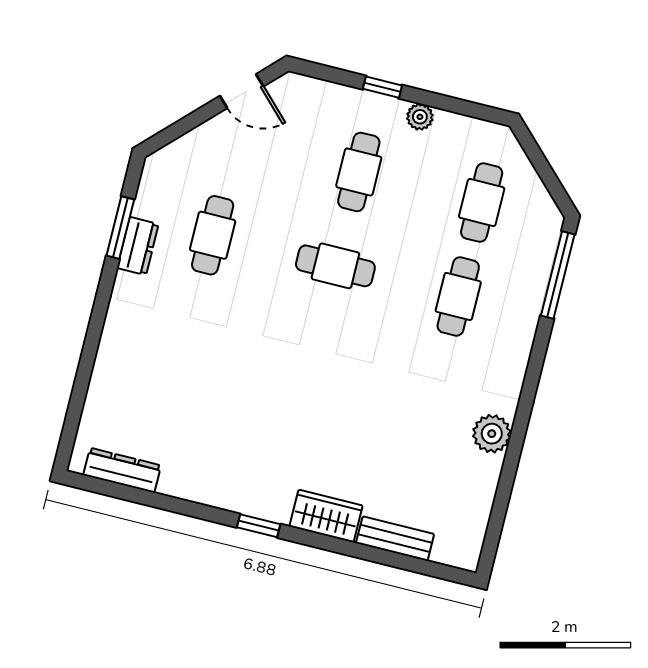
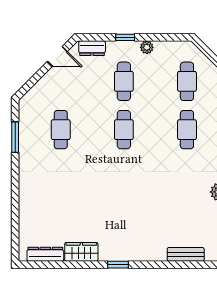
dresser: (138, 246) -> (92, 48), moved, turned 90
cafe table: (335, 266) -> (124, 130), turned 90
wardrobe: (326, 516) -> (81, 252), moved

